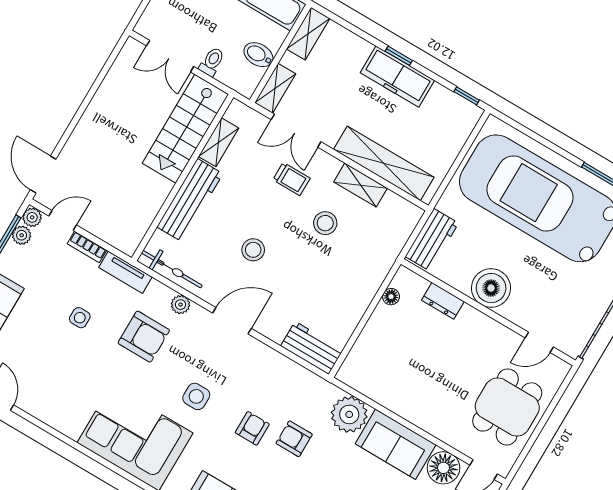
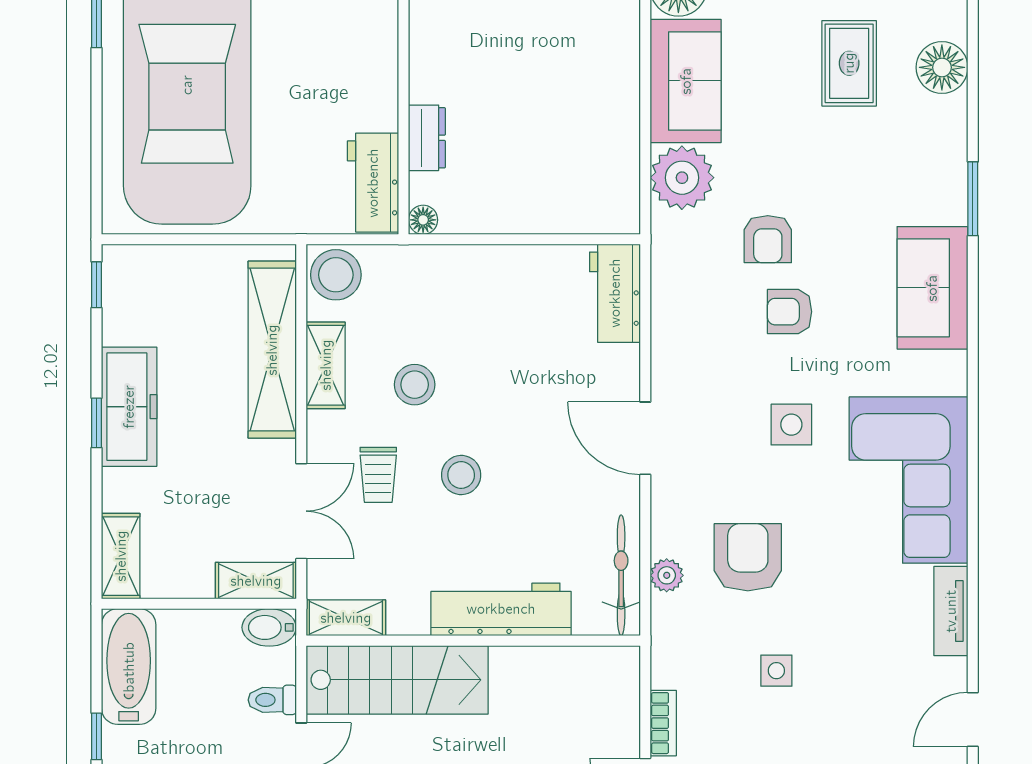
shelving: (308, 34) -> (121, 556), moved, turned 90
bidet: (258, 55) -> (269, 627), moved, turned 90
shelving: (219, 142) -> (346, 618), moved
trolley: (291, 179) -> (378, 475), turned 180
stool: (402, 216) -> (336, 275), added
workbench: (432, 240) -> (373, 183), moved, turned -90
stool: (253, 250) -> (461, 475), moved
tv unit: (125, 272) -> (951, 611), moved, turned 180
boiler: (491, 288) -> (365, 76), removed
floor lamp: (391, 297) -> (423, 220), moved
plant: (180, 305) -> (667, 575), moved

